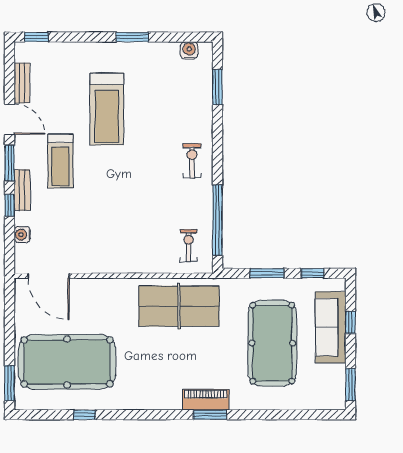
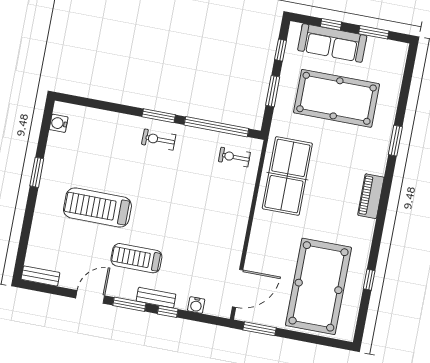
window: (36, 37) -> (21, 259), removed
bench: (22, 83) -> (40, 276), moved
window: (217, 87) -> (159, 116), moved
treadmill: (107, 109) -> (97, 208), turned 180
treadmill: (60, 161) -> (136, 258), turned 180
window: (10, 383) -> (260, 329), moved
window: (350, 385) -> (374, 32), moved
piano: (206, 400) -> (371, 196), moved
window: (210, 415) -> (395, 141), moved

